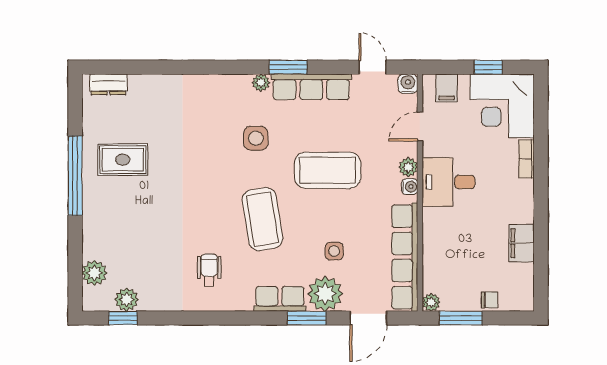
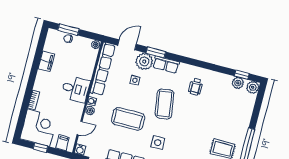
desk: (449, 182) -> (75, 89), moved
plant: (94, 273) -> (253, 87), moved
window: (461, 318) -> (68, 30), moved

